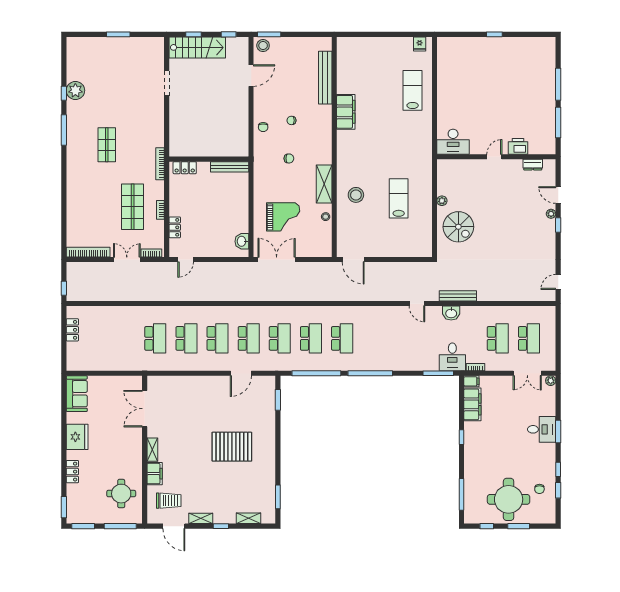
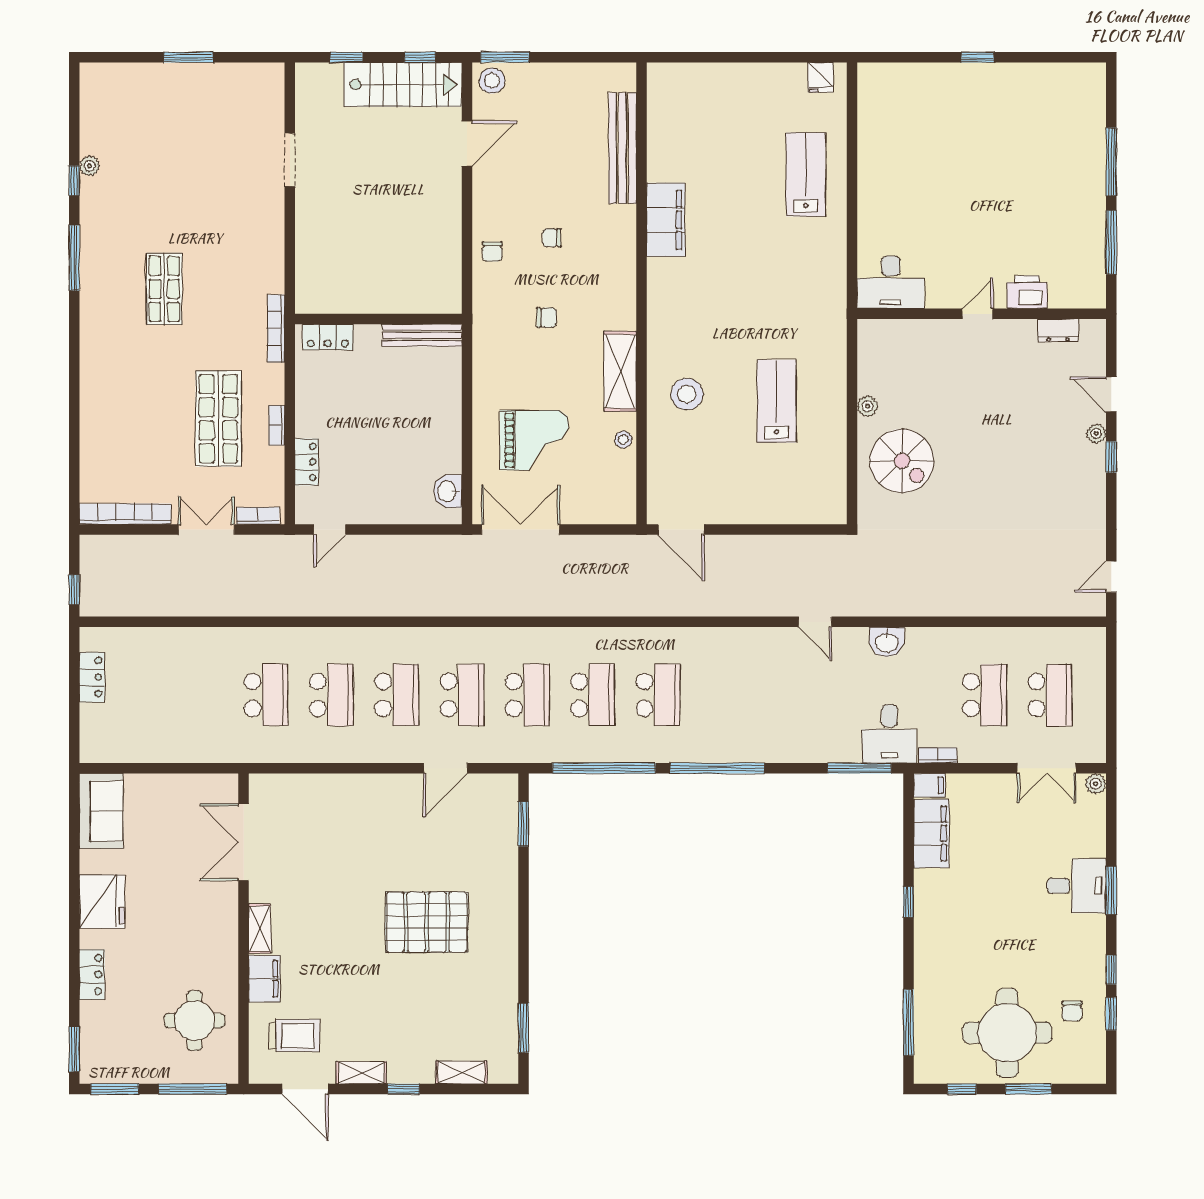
stairs: (197, 47) -> (403, 85), moved
plant: (75, 90) -> (90, 166), width x0.53, depth x0.53
bench: (458, 296) -> (901, 606), removed

